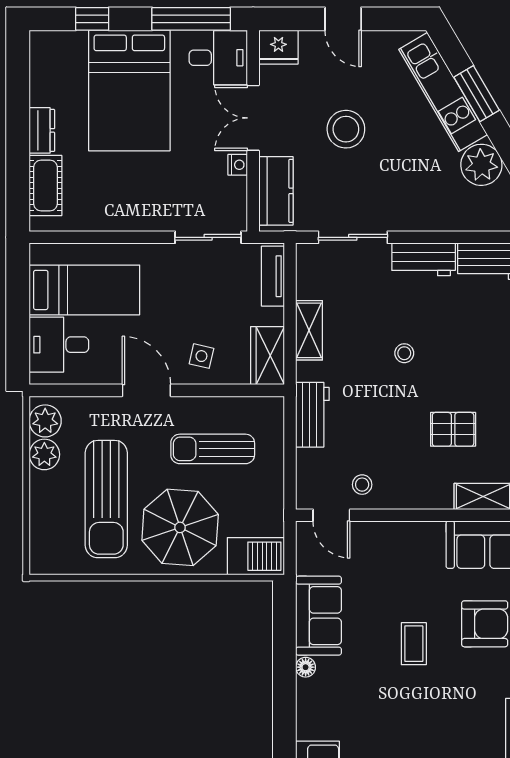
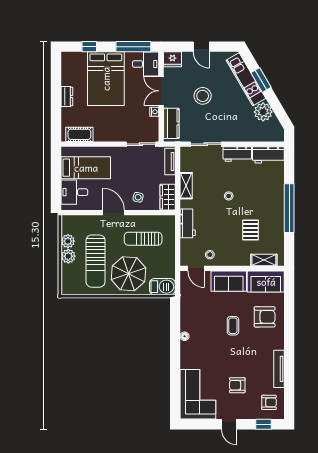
cot: (45, 186) -> (79, 134), moved, turned 90
plant: (45, 421) -> (68, 256), moved
pallet: (453, 429) -> (250, 230), turned 90
sofa: (319, 616) -> (229, 281), moved, turned 90

